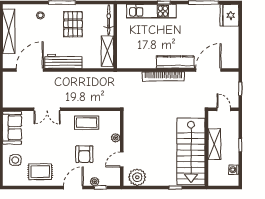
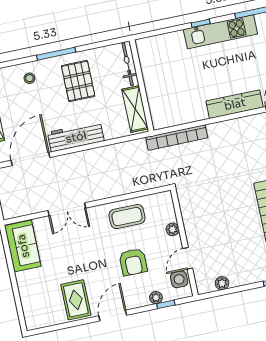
kitchen unit: (151, 11) -> (220, 32), moved
bookcase: (163, 76) -> (177, 138), moved
side table: (15, 160) -> (179, 279), moved
rug: (40, 172) -> (76, 300), turned 90
plant: (137, 177) -> (222, 283), width x0.53, depth x0.53
door: (73, 187) -> (113, 316), moved

